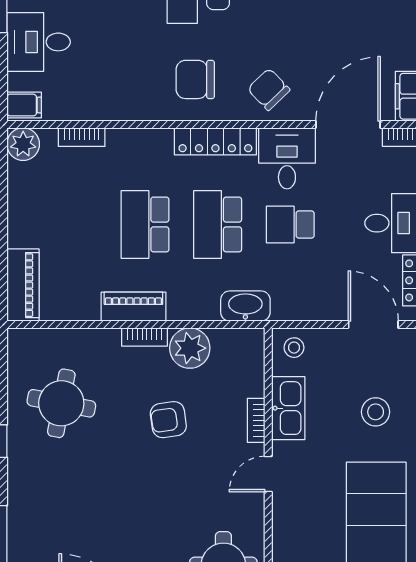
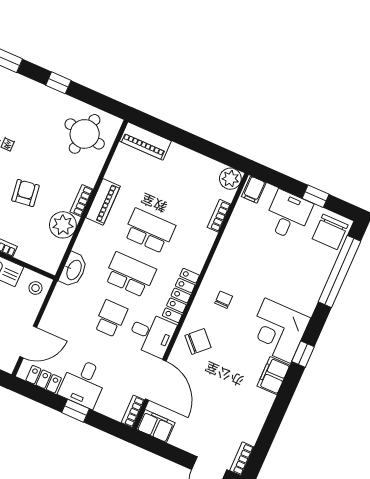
chair: (195, 79) -> (224, 300), width x0.54, depth x0.54
round table: (61, 403) -> (85, 134), moved

